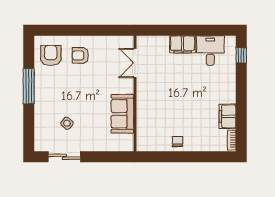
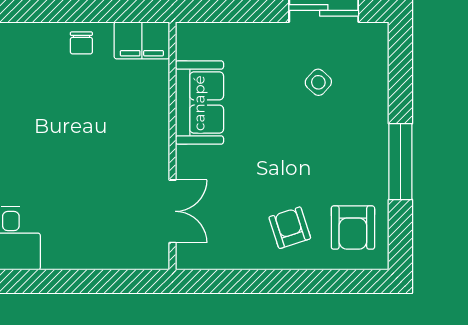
filing cabinet: (183, 44) -> (142, 40), moved, turned 180
armchair: (80, 55) -> (290, 228), turned -108

